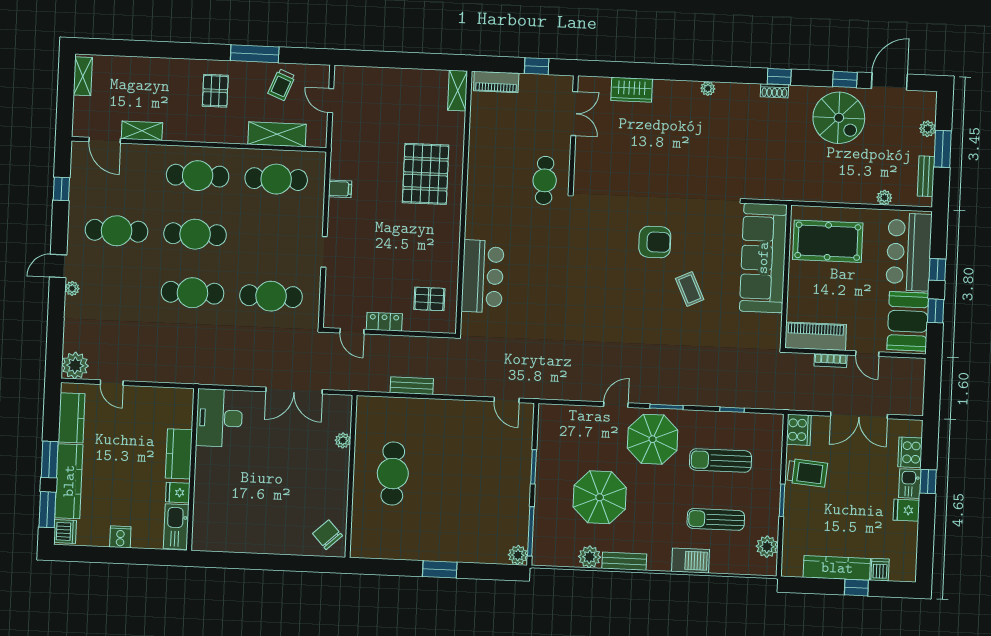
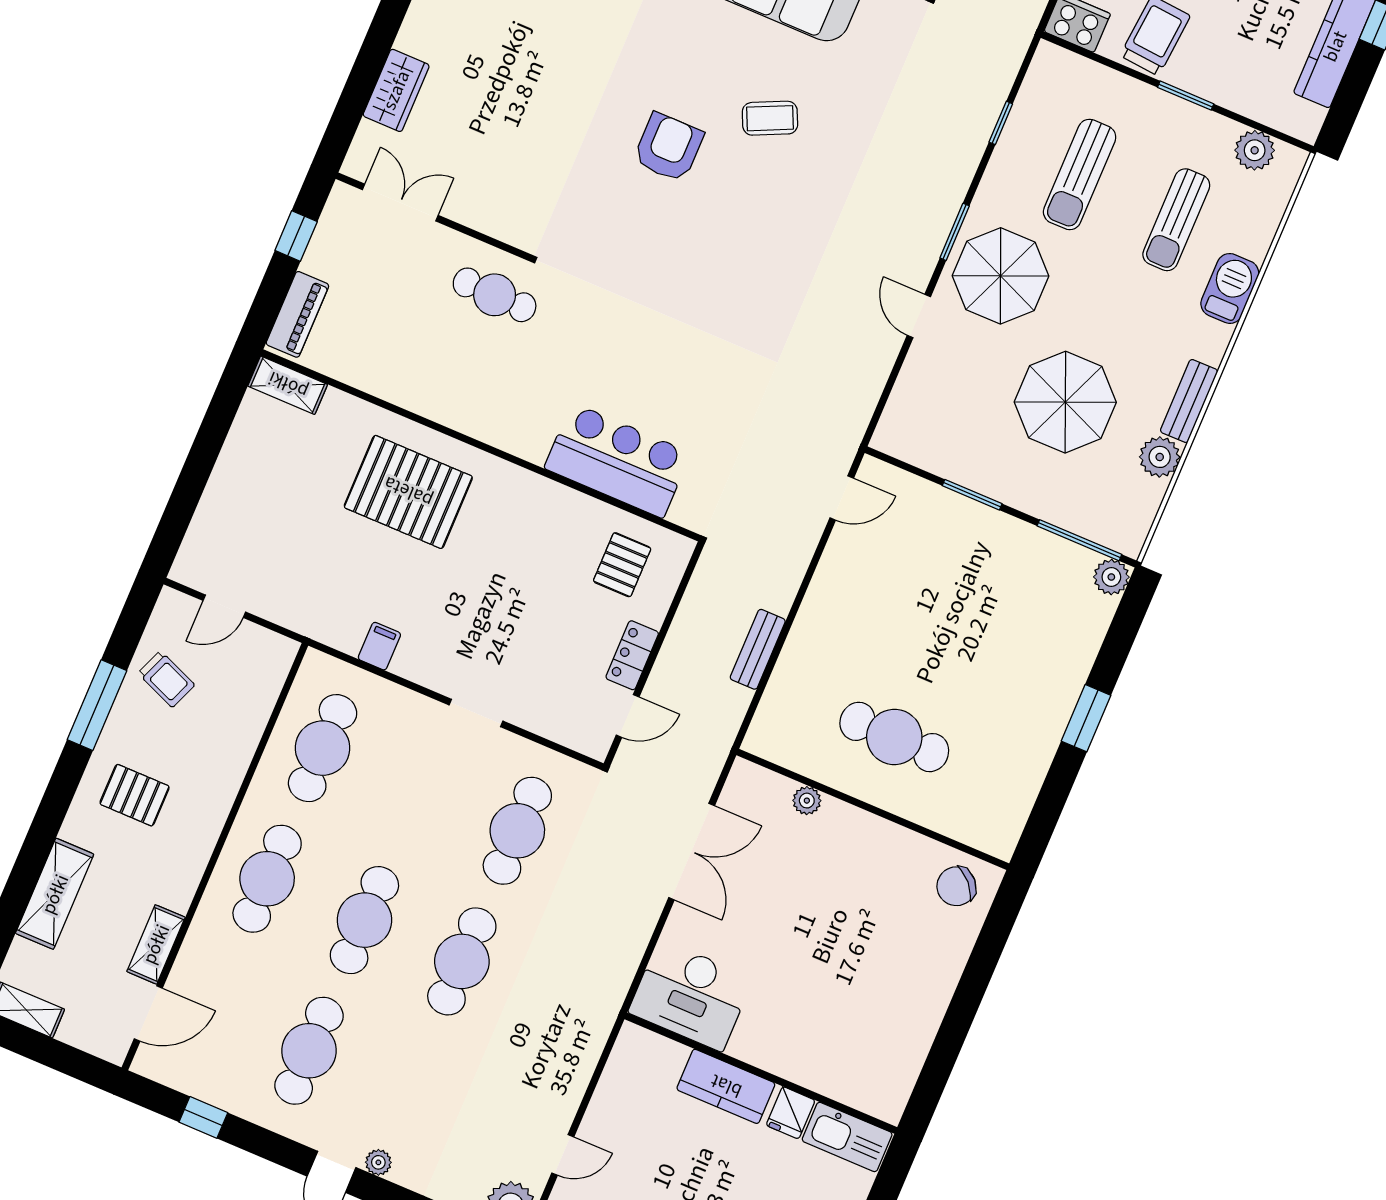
shelving: (277, 134) -> (55, 894), moved

